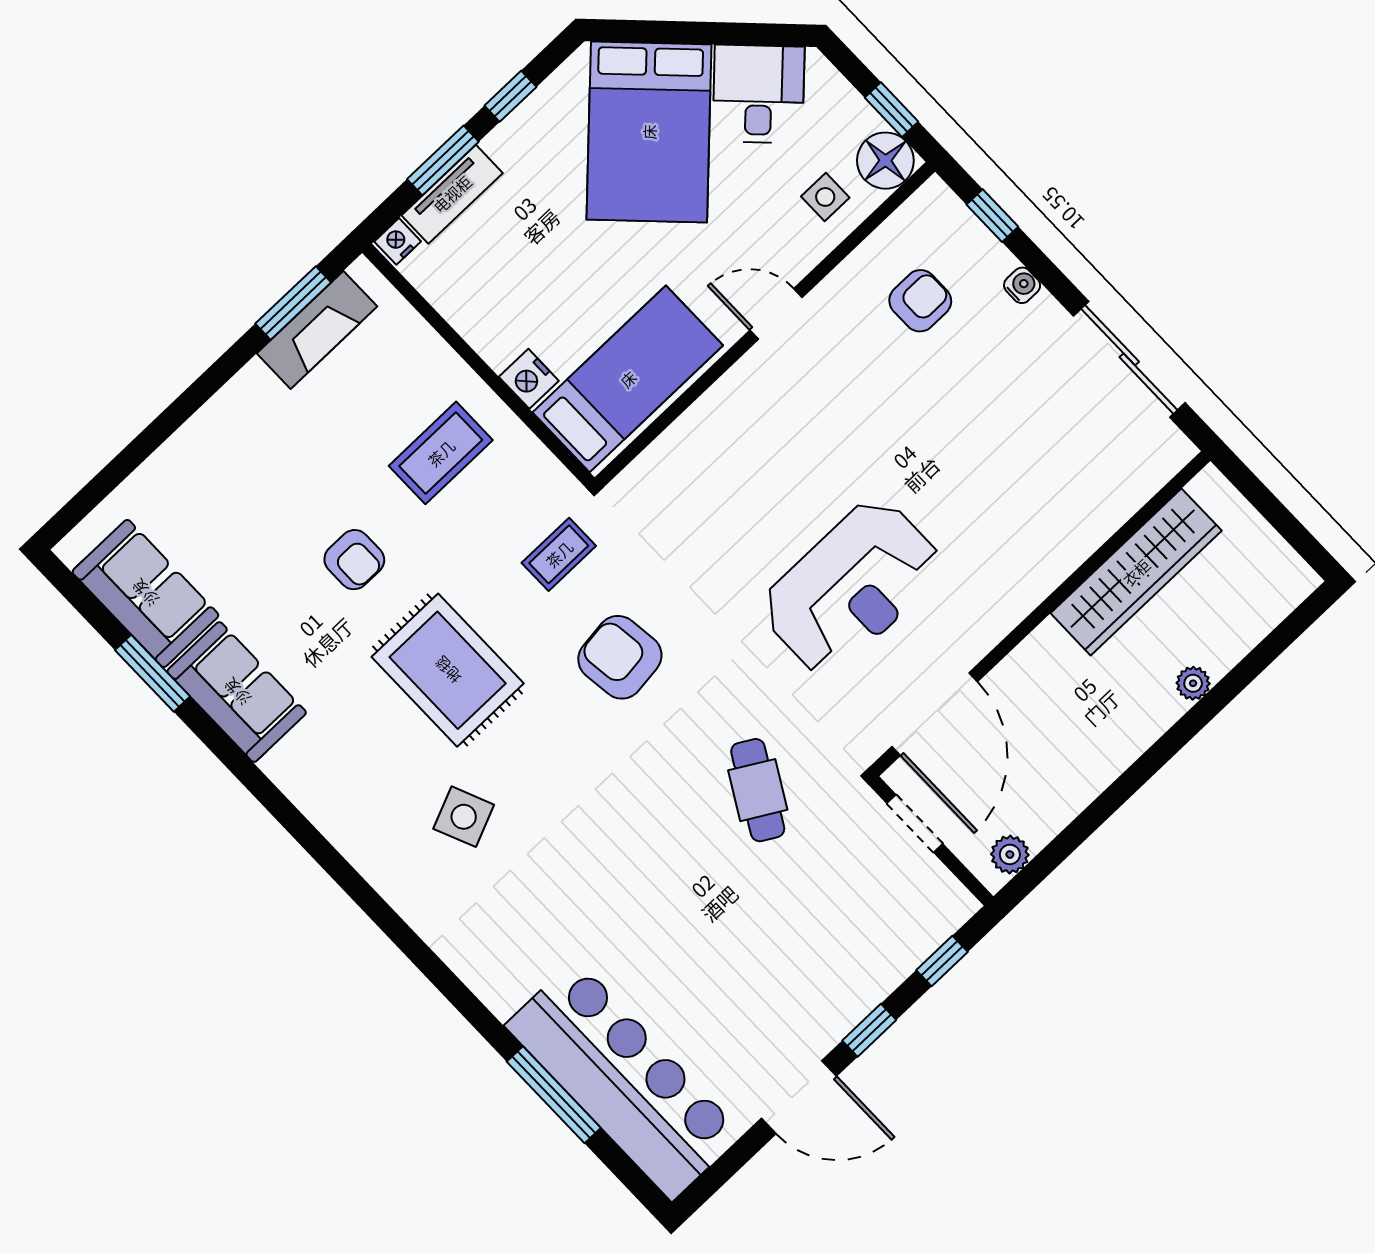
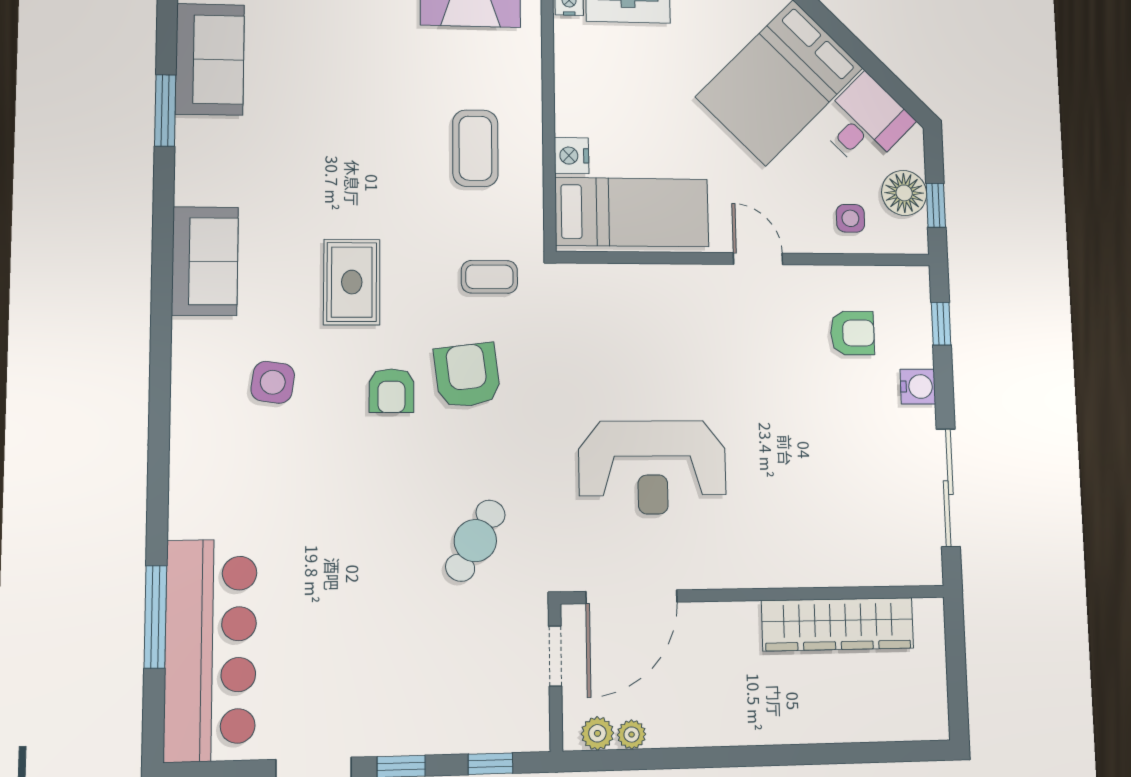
floor lamp: (885, 161) -> (904, 193), moved
water cooler: (1022, 285) -> (918, 387), width x1.38, depth x1.38
coffee table: (441, 453) -> (475, 148), turned 90
armchair: (354, 560) -> (391, 391), moved
rug: (448, 670) -> (352, 282), width x0.73, depth x0.70
plant: (1193, 683) -> (632, 735), moved
sofa: (237, 692) -> (205, 261), moved
side table: (464, 817) -> (273, 382), turned 31

